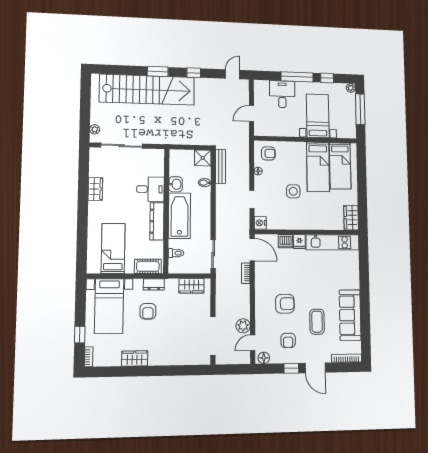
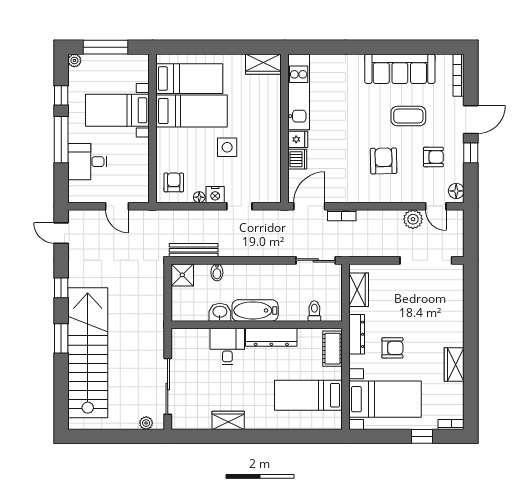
bathtub: (180, 216) -> (255, 310), width x0.73, depth x0.73
nightstand: (260, 223) -> (215, 195), moved
dresser: (154, 284) -> (357, 334), width x1.44

